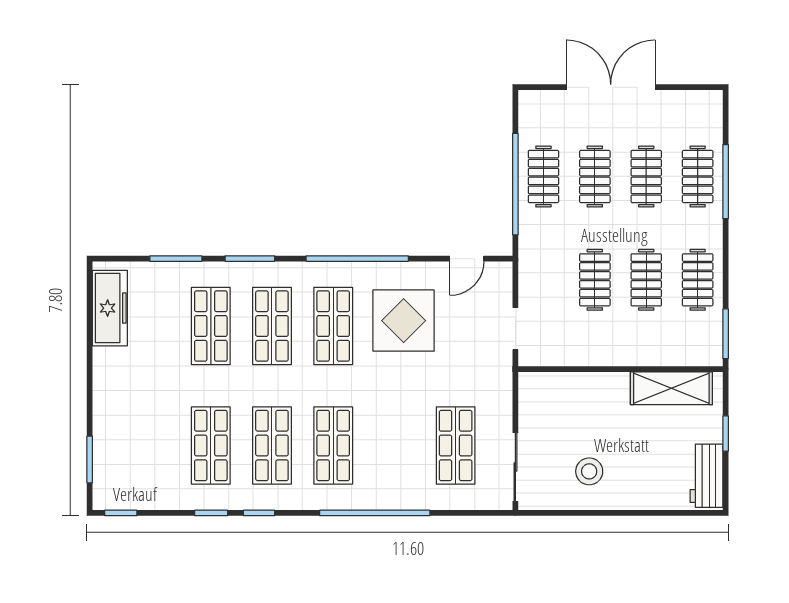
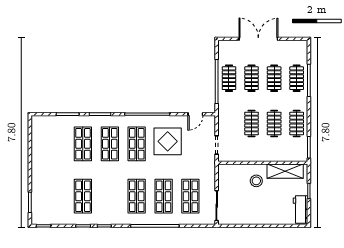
freezer: (110, 308) -> (39, 136), removed
shop shelf: (272, 446) -> (164, 196), moved
stool: (589, 471) -> (256, 181), moved

